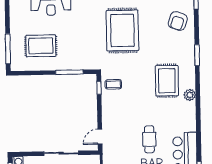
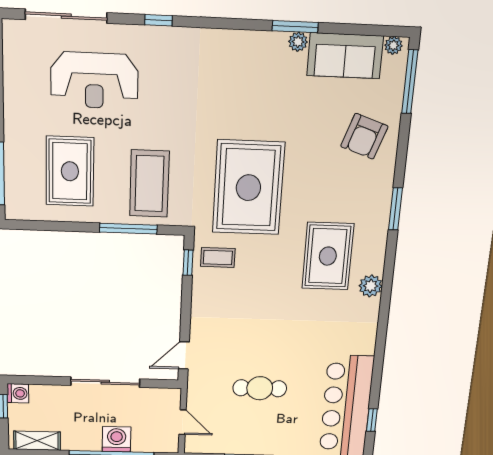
rug: (122, 30) -> (248, 188), moved
rug: (41, 46) -> (70, 171), turned 90
coffee table: (78, 50) -> (149, 184), added
cafe table: (149, 139) -> (260, 388), moved, turned 90

